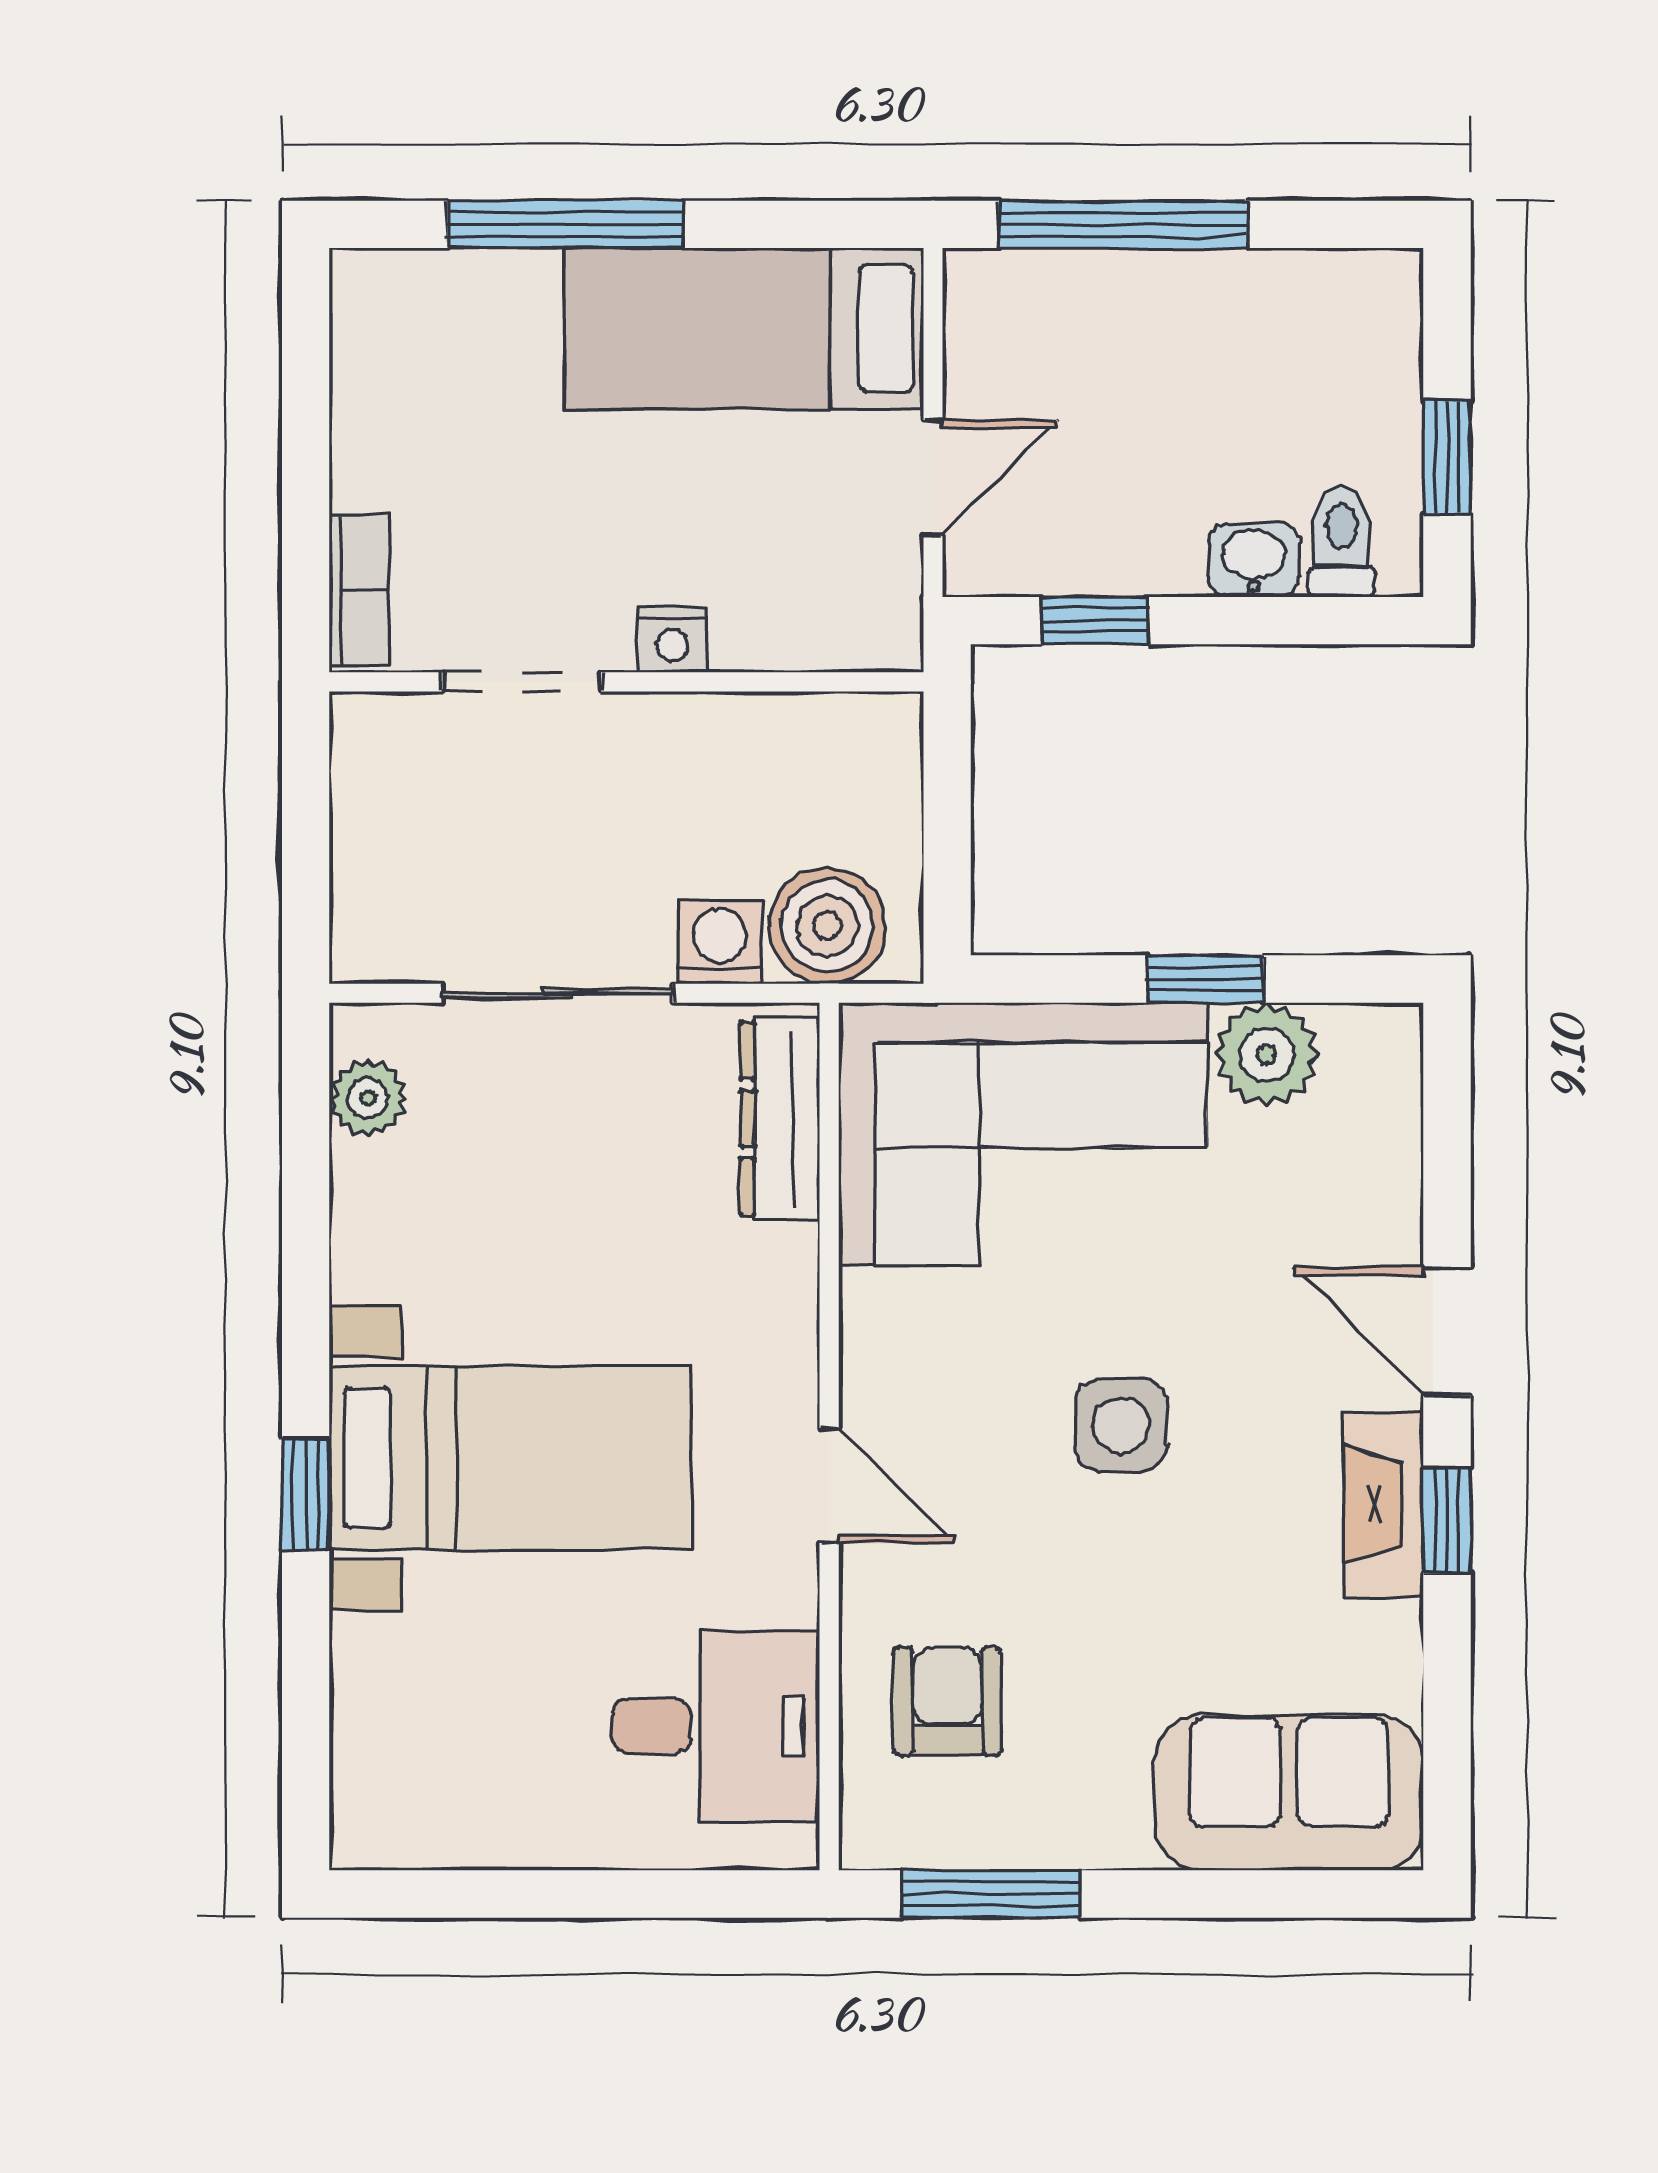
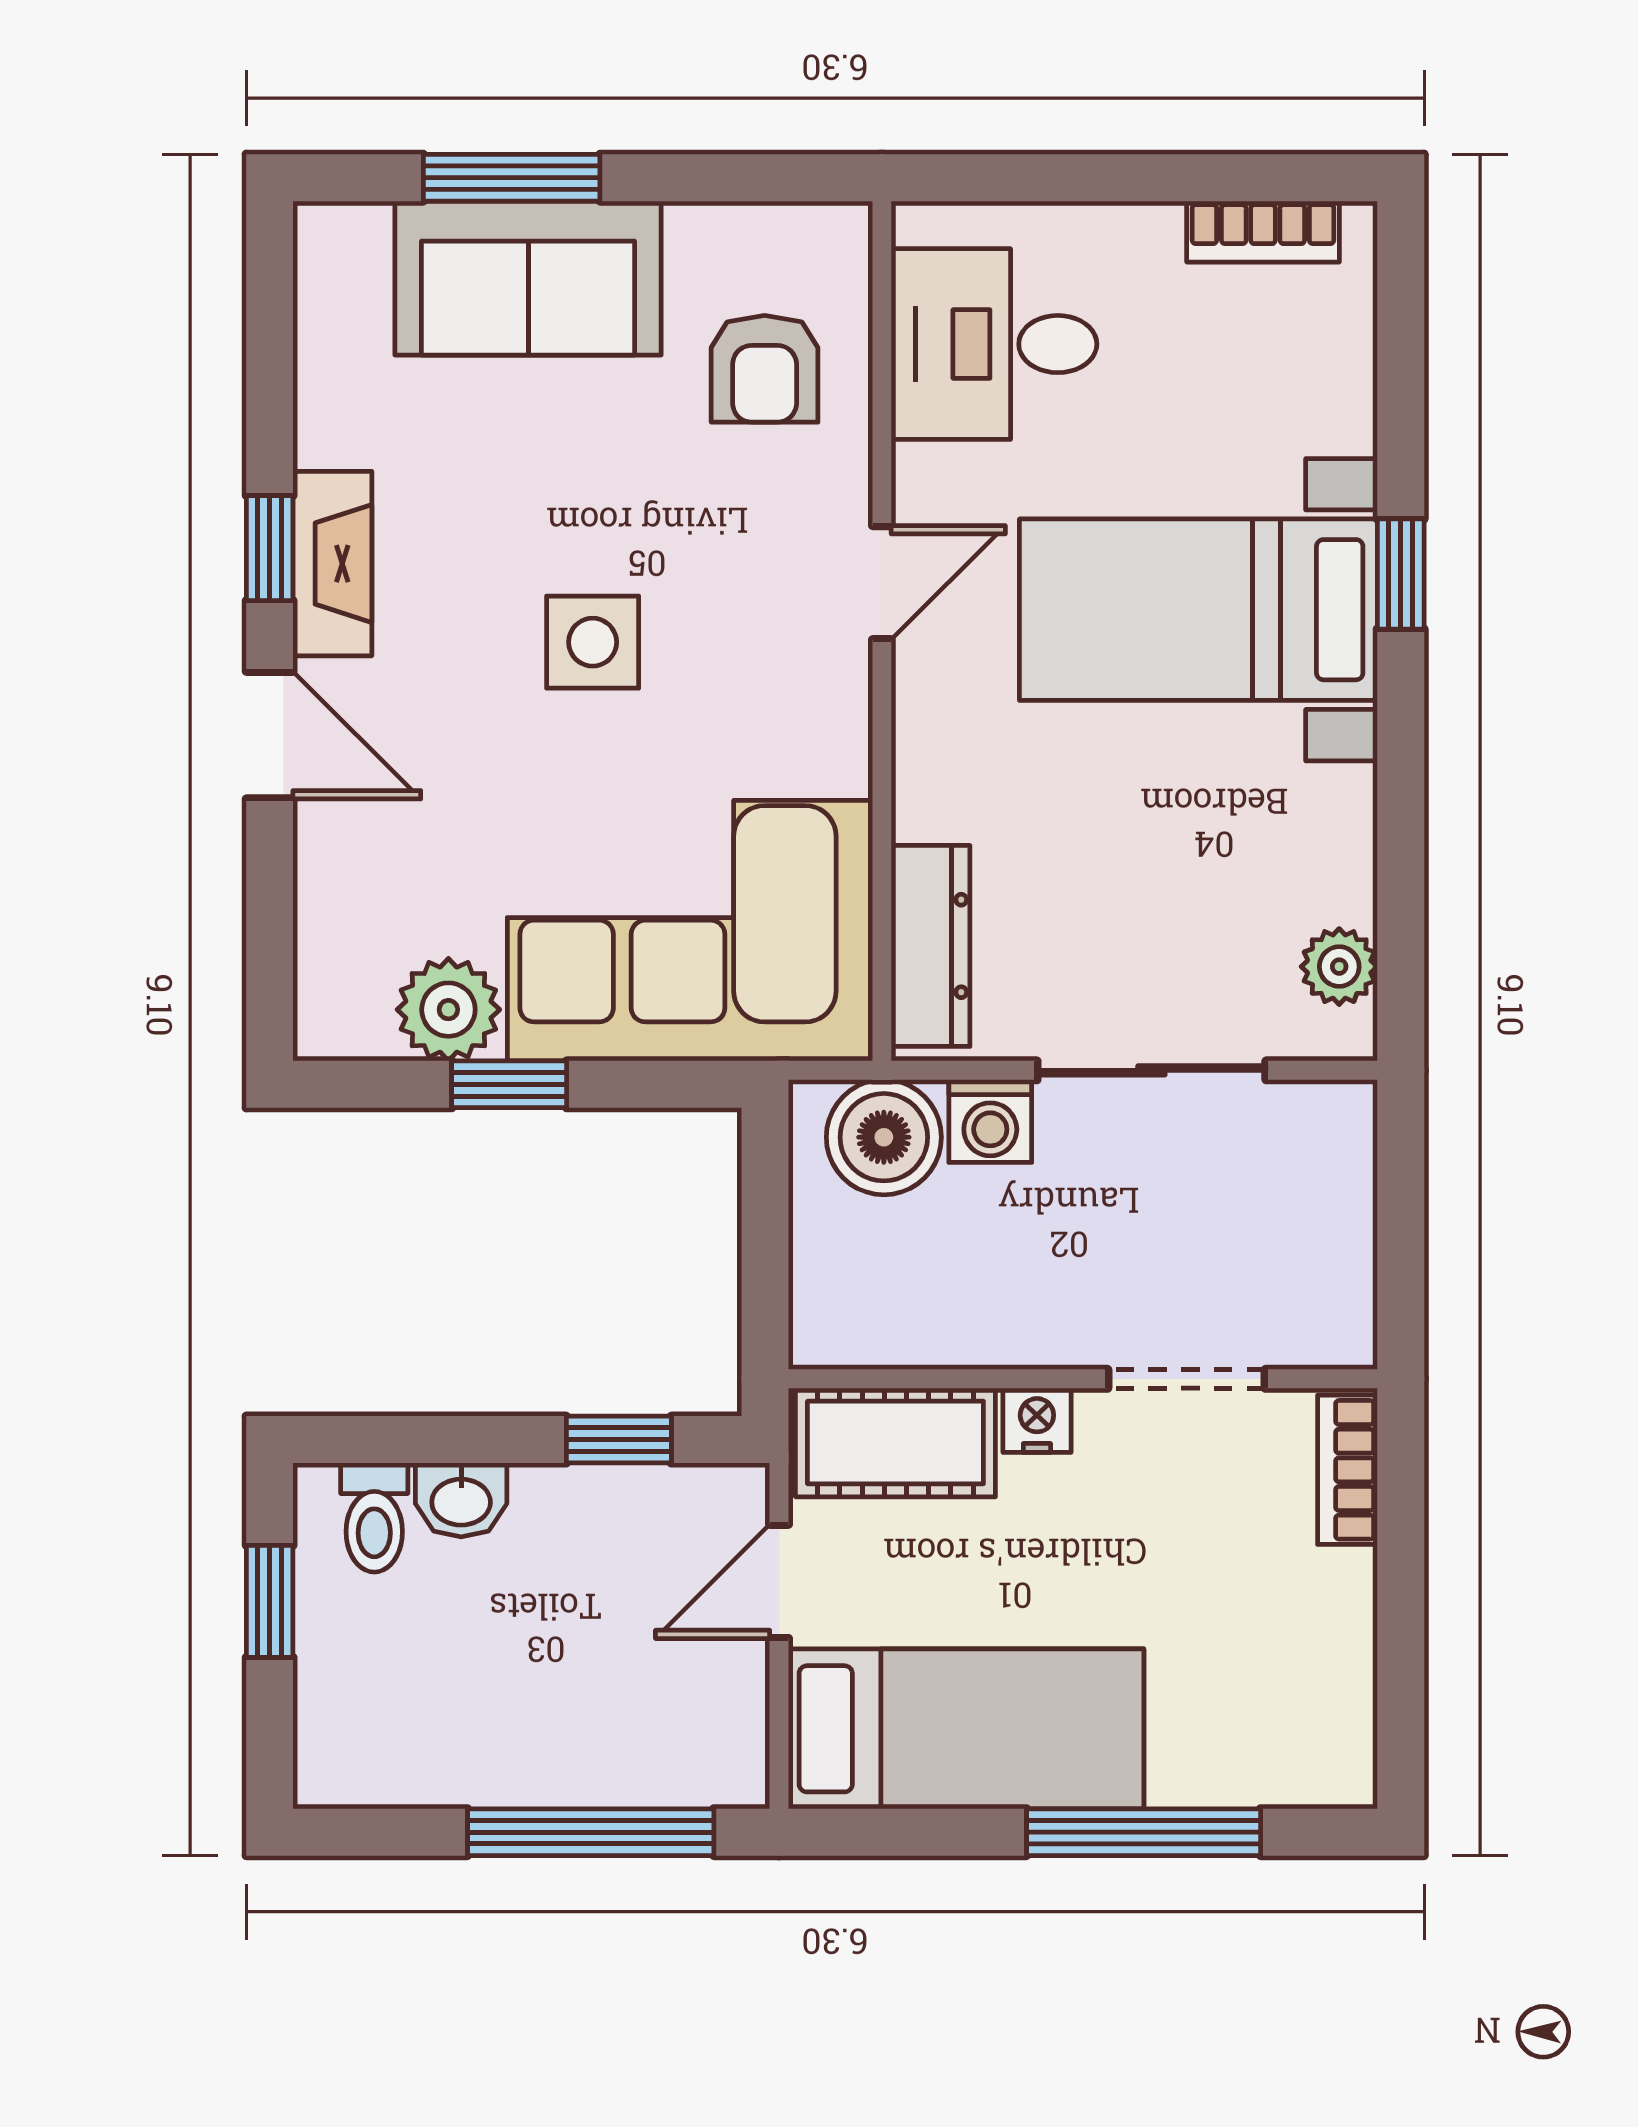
cot: (815, 618) -> (895, 1443), added
door: (829, 1485) -> (882, 583), swing flipped
sofa: (1289, 1793) -> (528, 278), moved
bookcase: (445, 1840) -> (1263, 232), added
window: (990, 1894) -> (512, 178), moved

